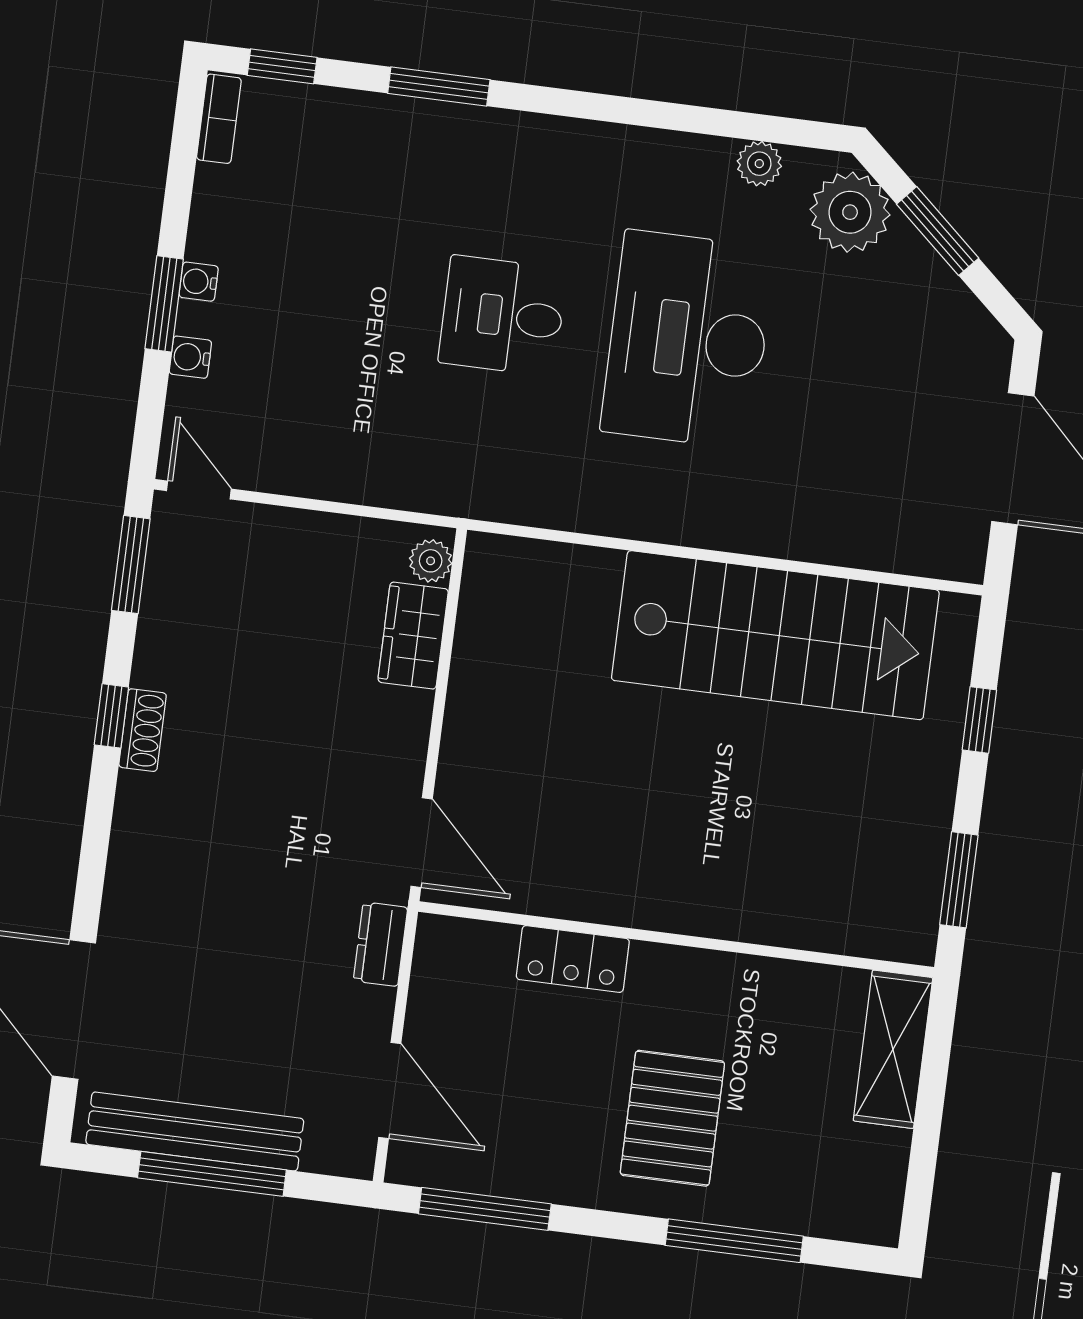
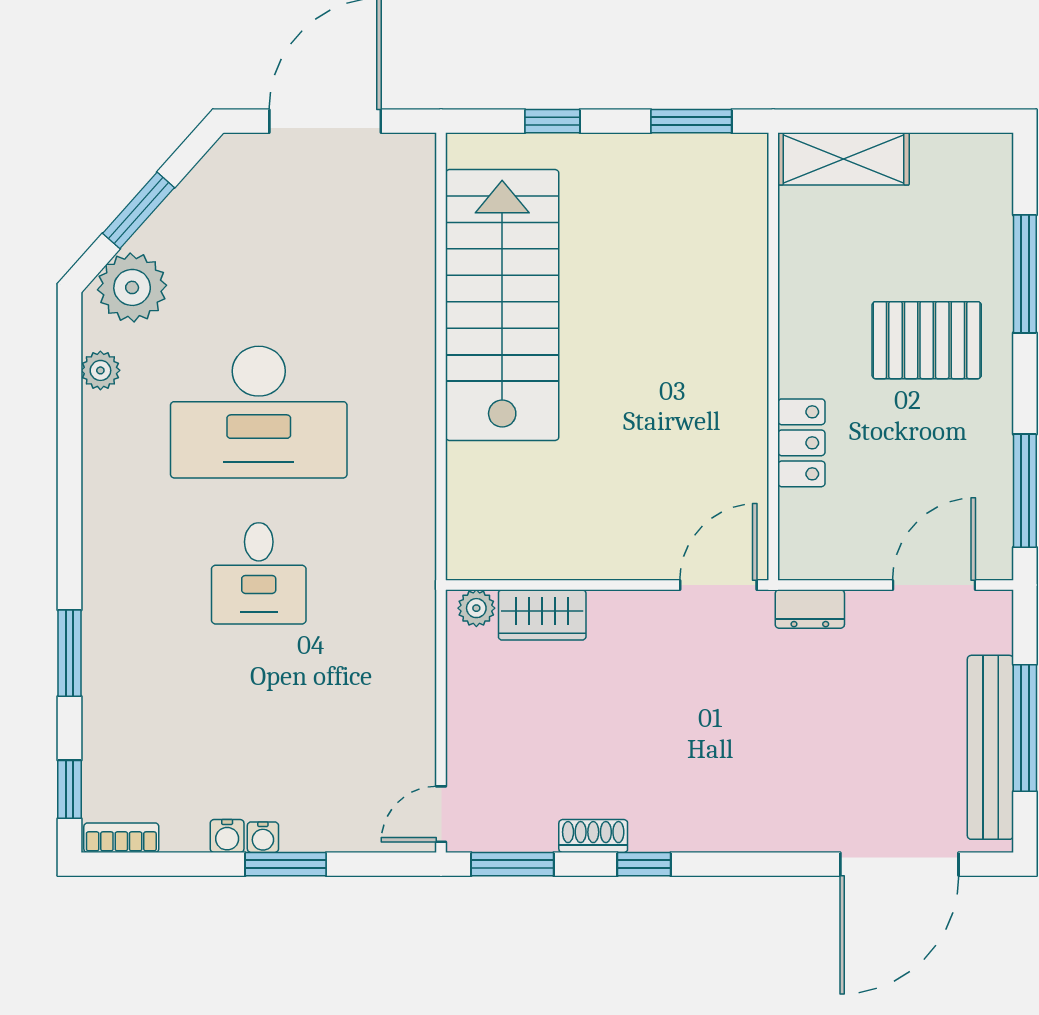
water cooler: (190, 357) -> (227, 836), moved
shoe rack: (143, 730) -> (593, 836), moved

